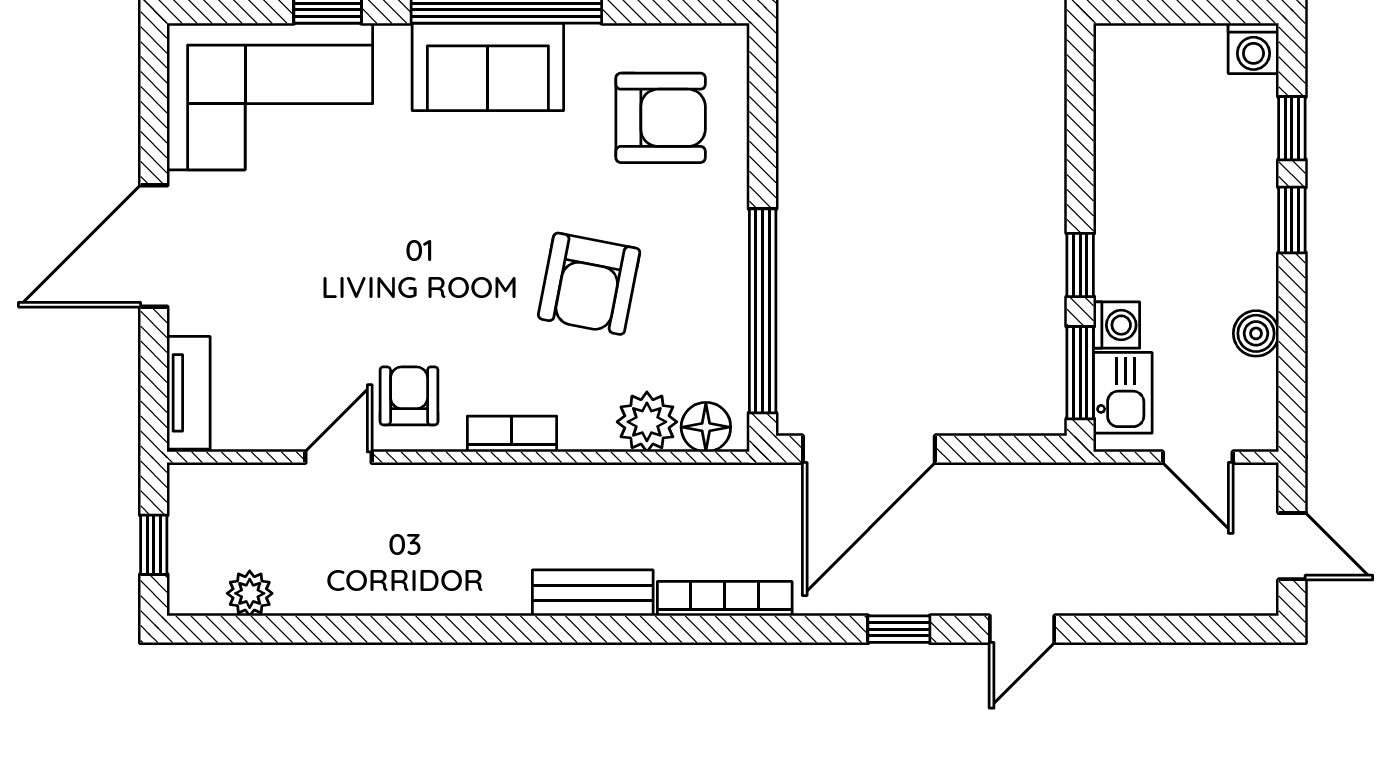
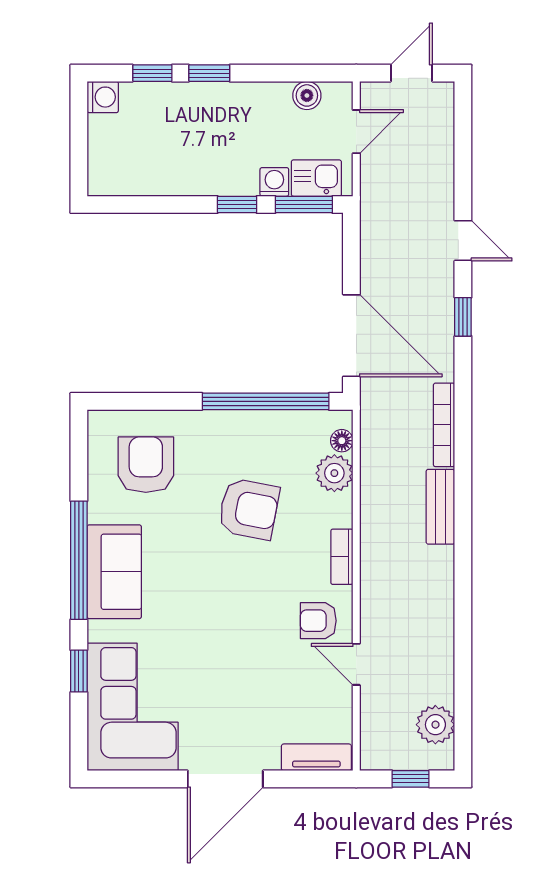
door: (154, 246) -> (225, 779), hinge flipped
boiler: (1256, 333) -> (307, 95), moved
floor lamp: (706, 427) -> (342, 441), width x0.73, depth x0.73
plant: (250, 593) -> (435, 725), width x1.38, depth x1.38

